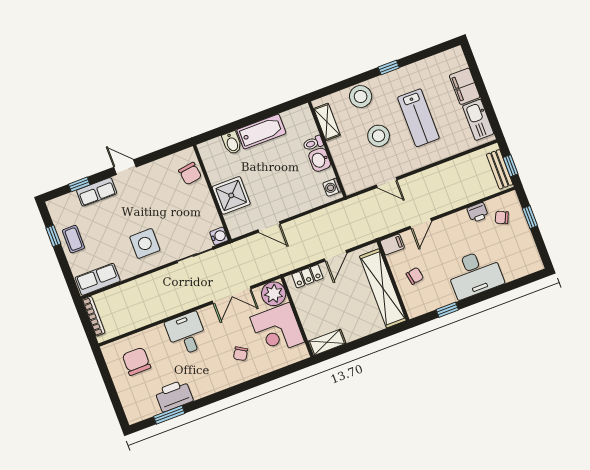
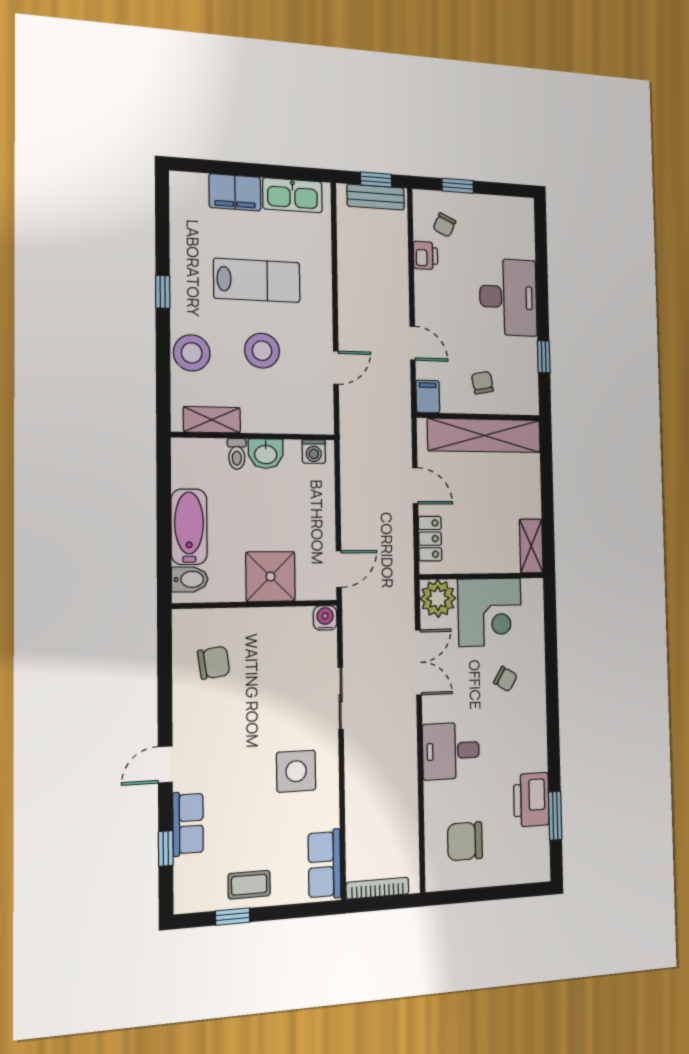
wall: (212, 193) -> (256, 604), moved
shower: (231, 195) -> (270, 577), moved
water cooler: (219, 236) -> (325, 618), moved

